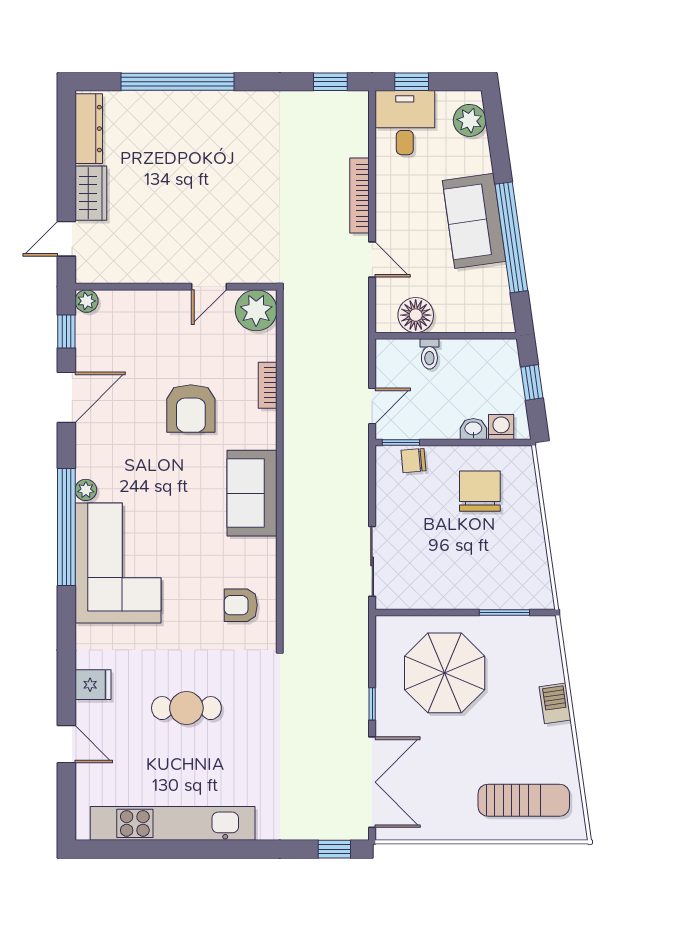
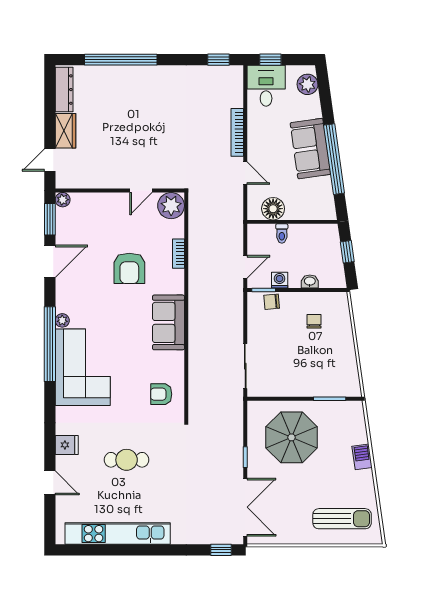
window: (66, 331) -> (50, 219), width x1.50
washing machine: (501, 427) -> (280, 280), moved
chair: (480, 491) -> (314, 321), width x0.54, depth x0.54

